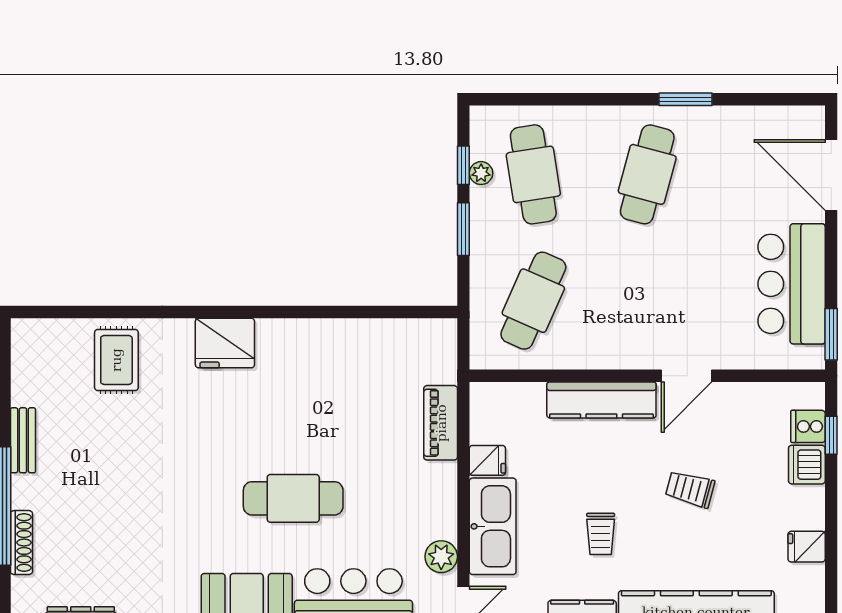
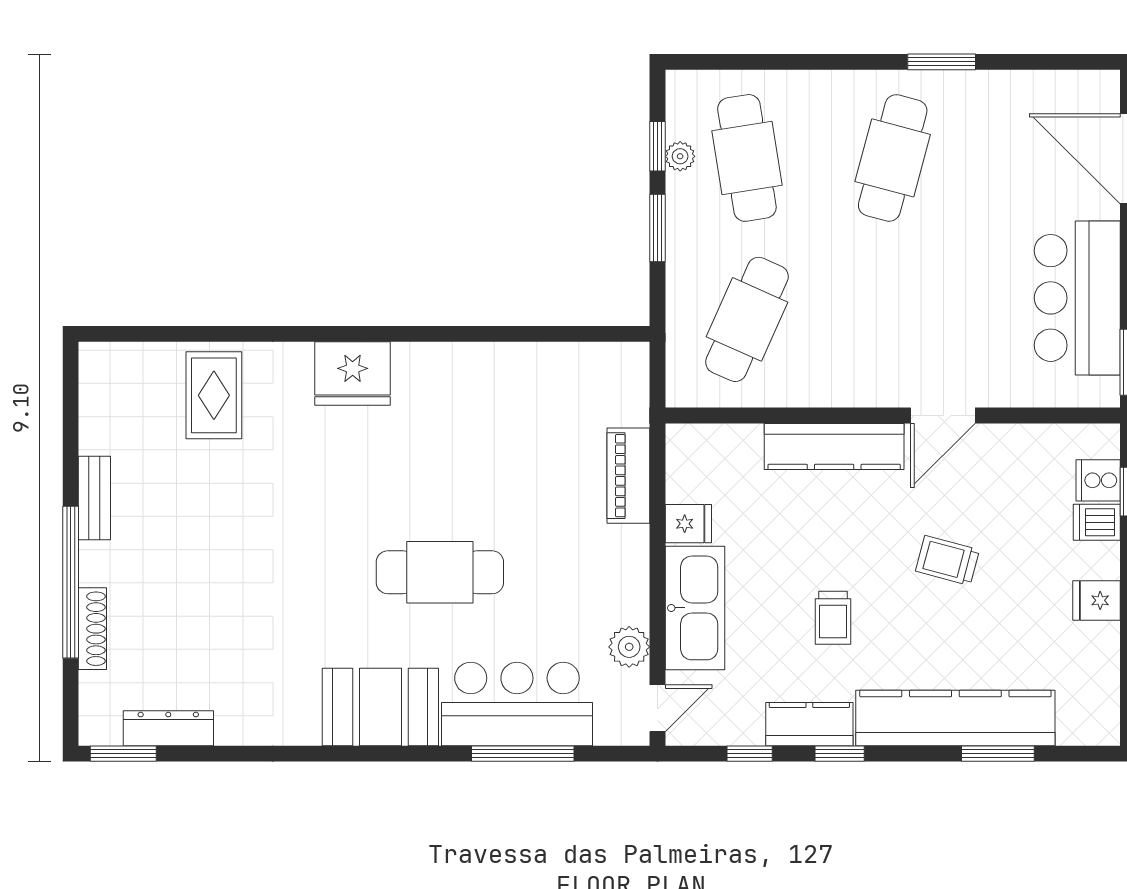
dishwasher: (807, 465) -> (1097, 522), width x0.73
fridge: (807, 547) -> (1096, 600), moved

